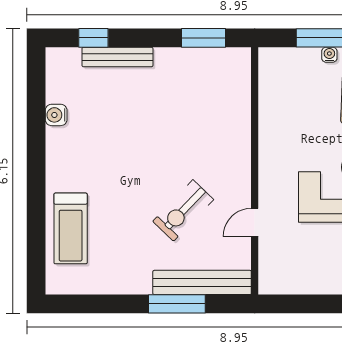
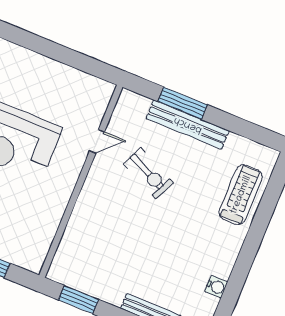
exercise bike: (183, 210) -> (148, 173), turned 71
bench: (202, 282) -> (188, 125), moved

